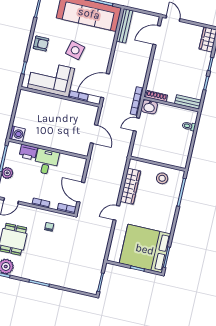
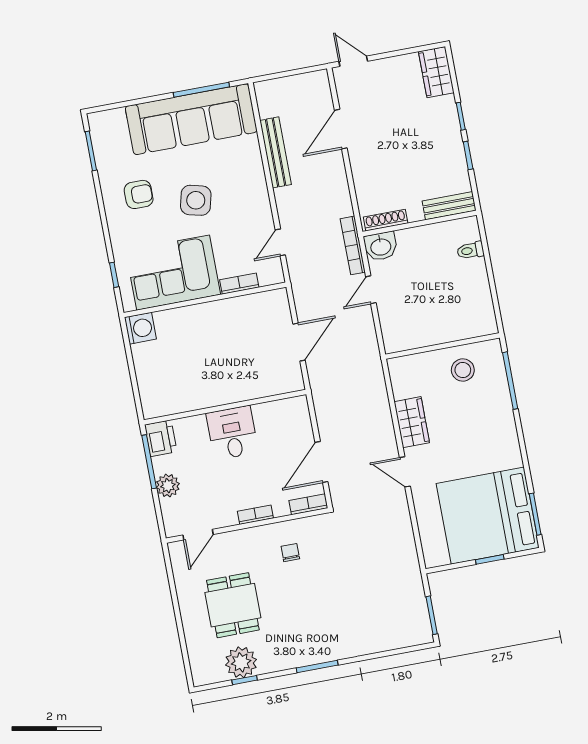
bench: (125, 26) -> (276, 152), moved
door: (157, 35) -> (341, 129), moved
armchair: (41, 44) -> (139, 194), moved
door: (105, 86) -> (280, 242), width x0.53
washing machine: (17, 134) -> (140, 328), moved
door: (94, 134) -> (299, 342), hinge flipped
printer: (28, 152) -> (161, 438), moved, turned -90
wardrobe: (130, 186) -> (412, 422), width x0.67
door: (81, 192) -> (321, 462), hinge flipped
door: (116, 213) -> (405, 472), hinge flipped

